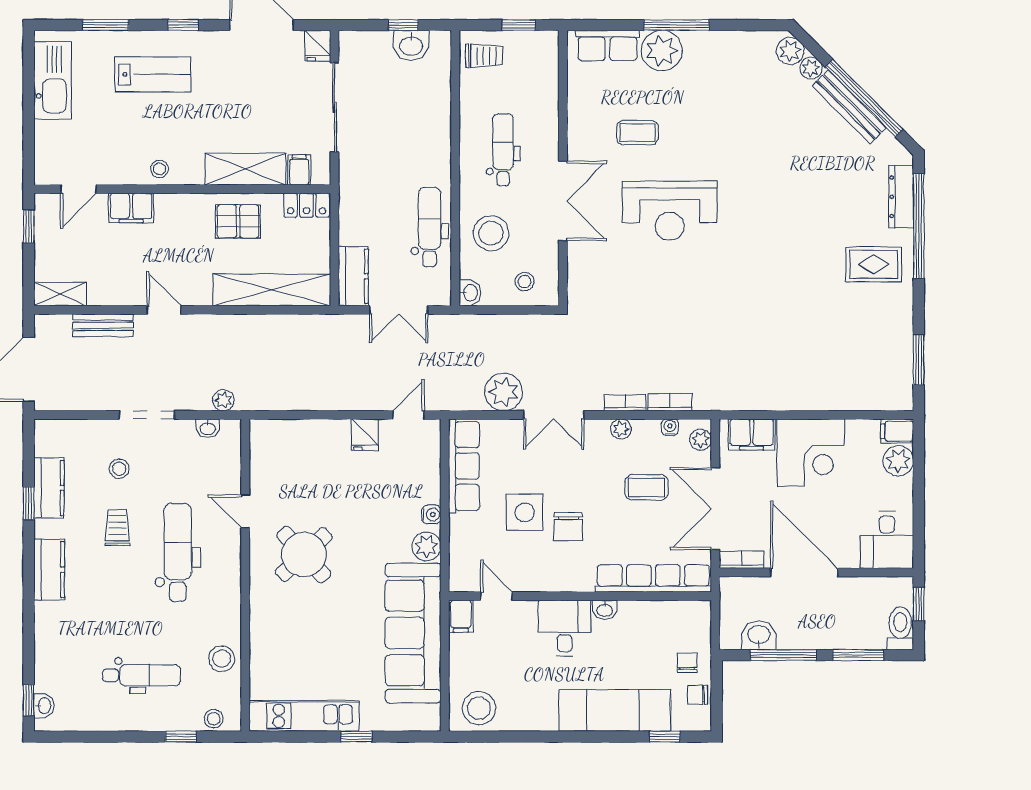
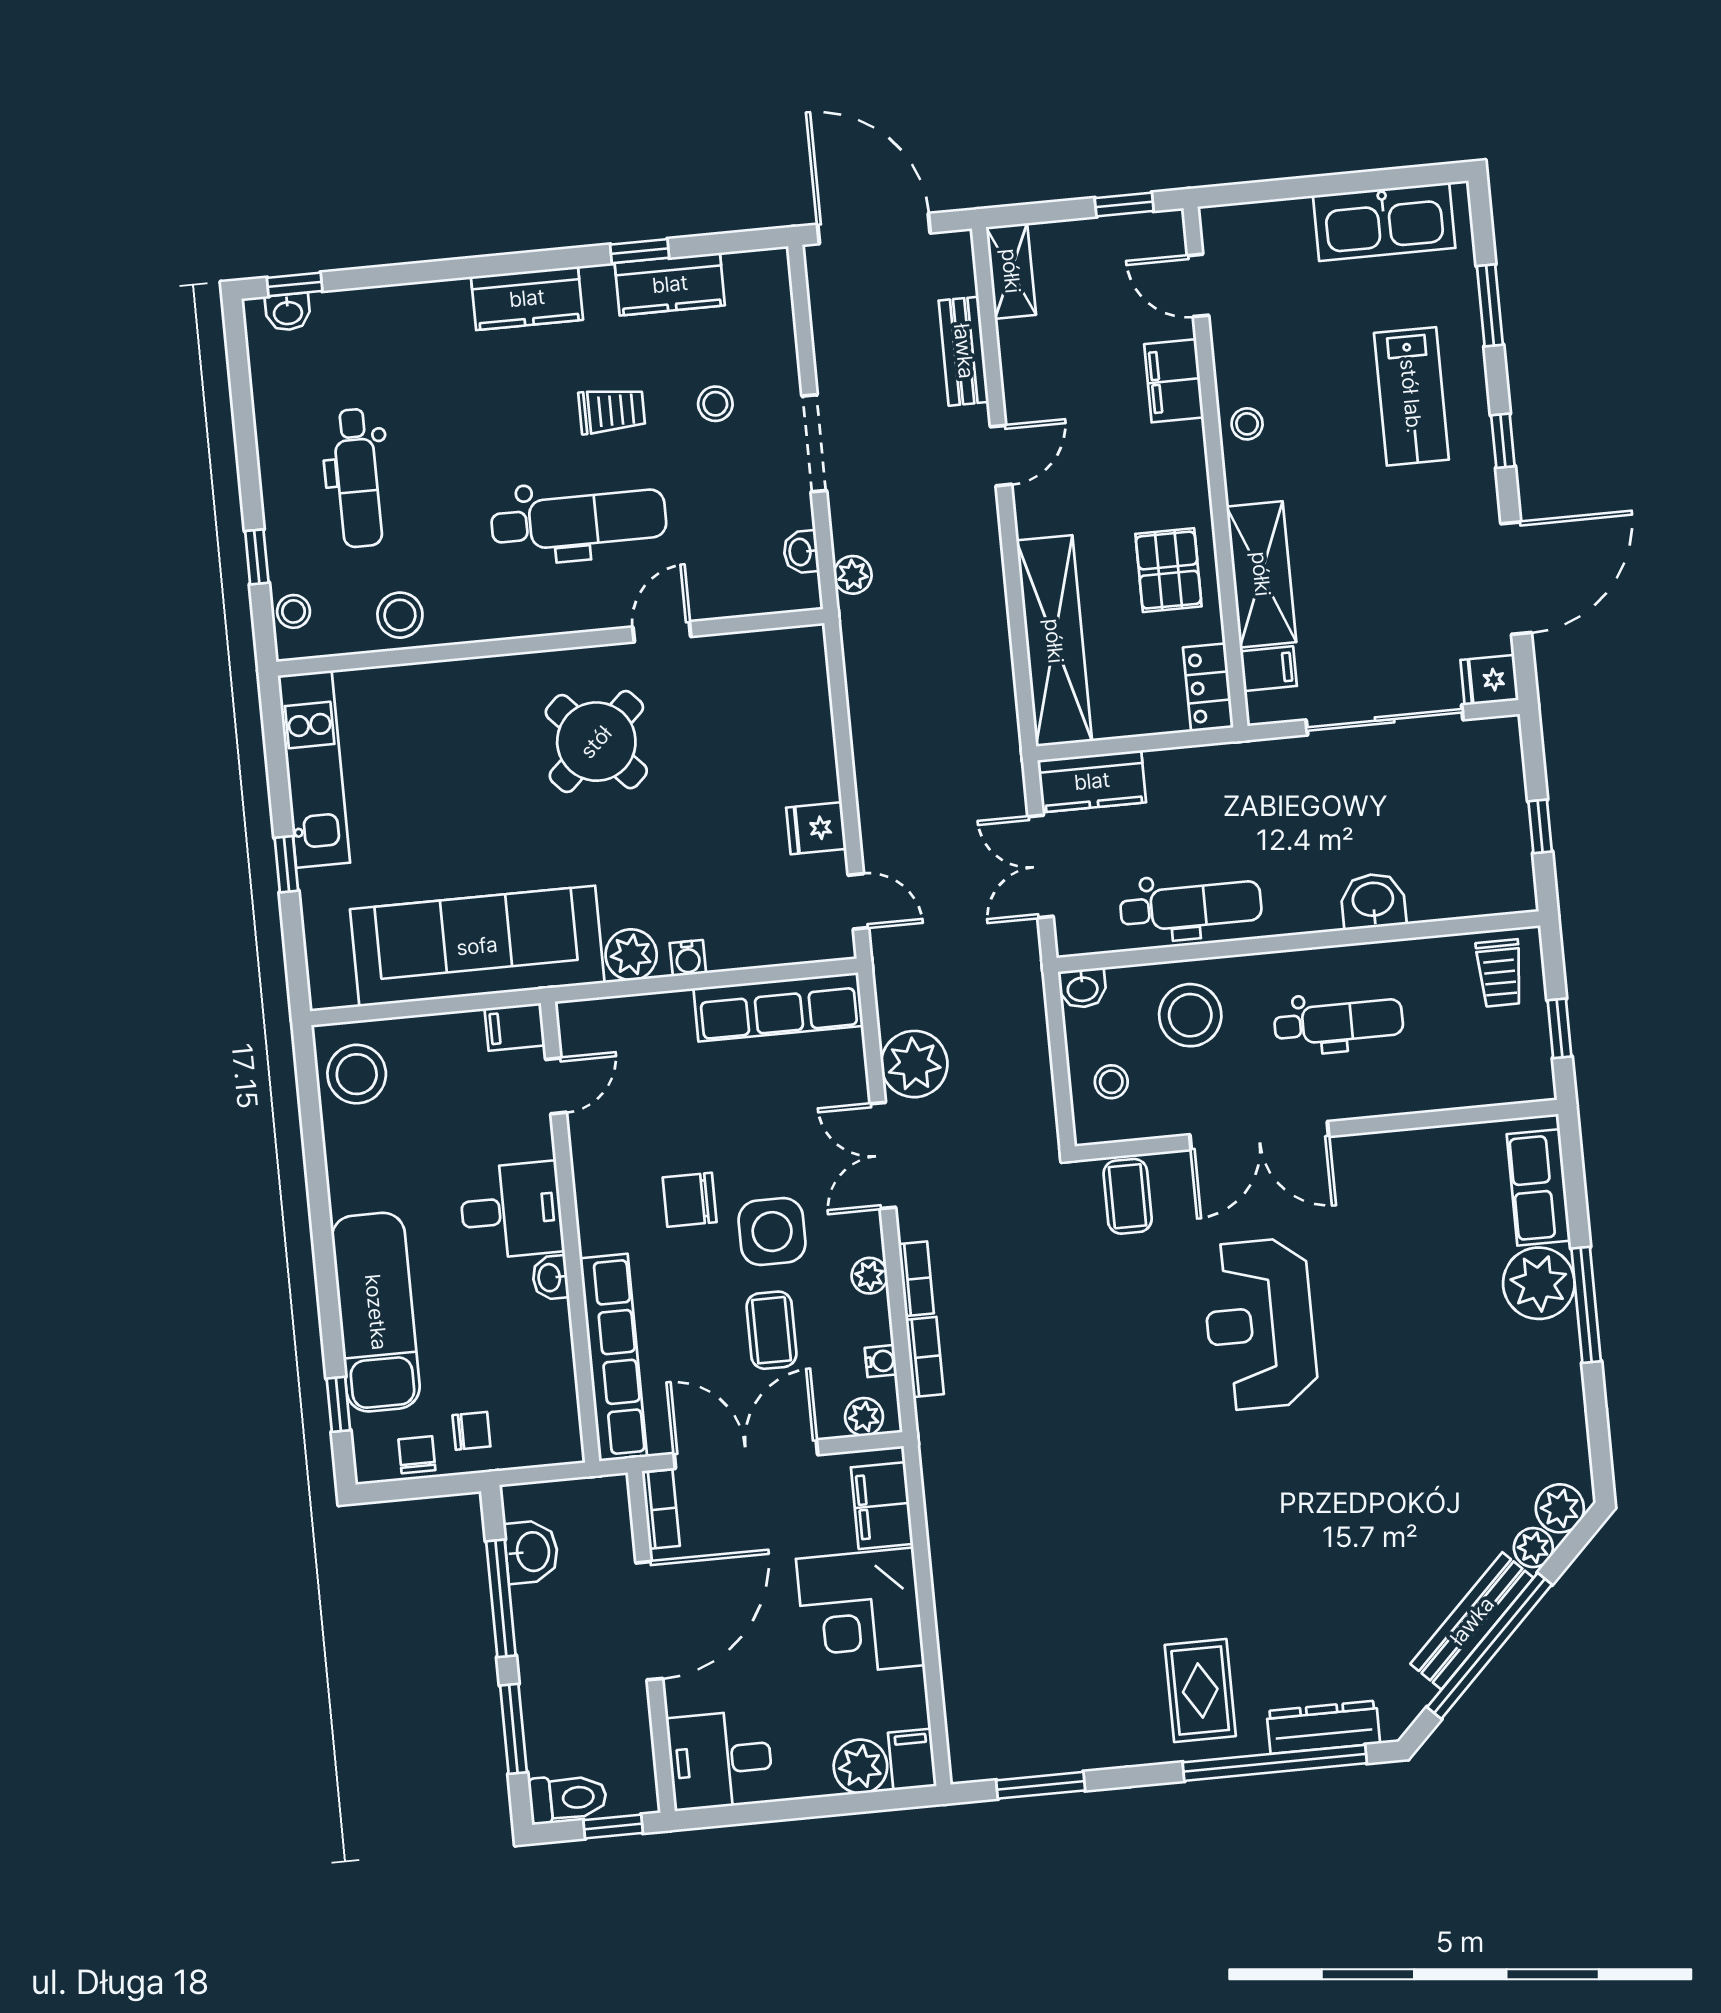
washbasin: (411, 45) -> (1373, 901), moved, turned 90
coffee table: (637, 133) -> (1128, 1196), moved
side table: (525, 512) -> (772, 1232), moved

